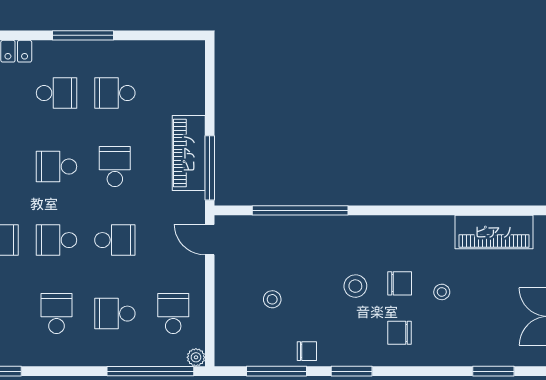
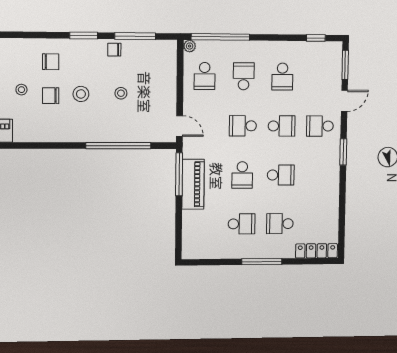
stool: (272, 299) -> (121, 93), moved
school desk: (115, 314) -> (244, 76), turned -90

